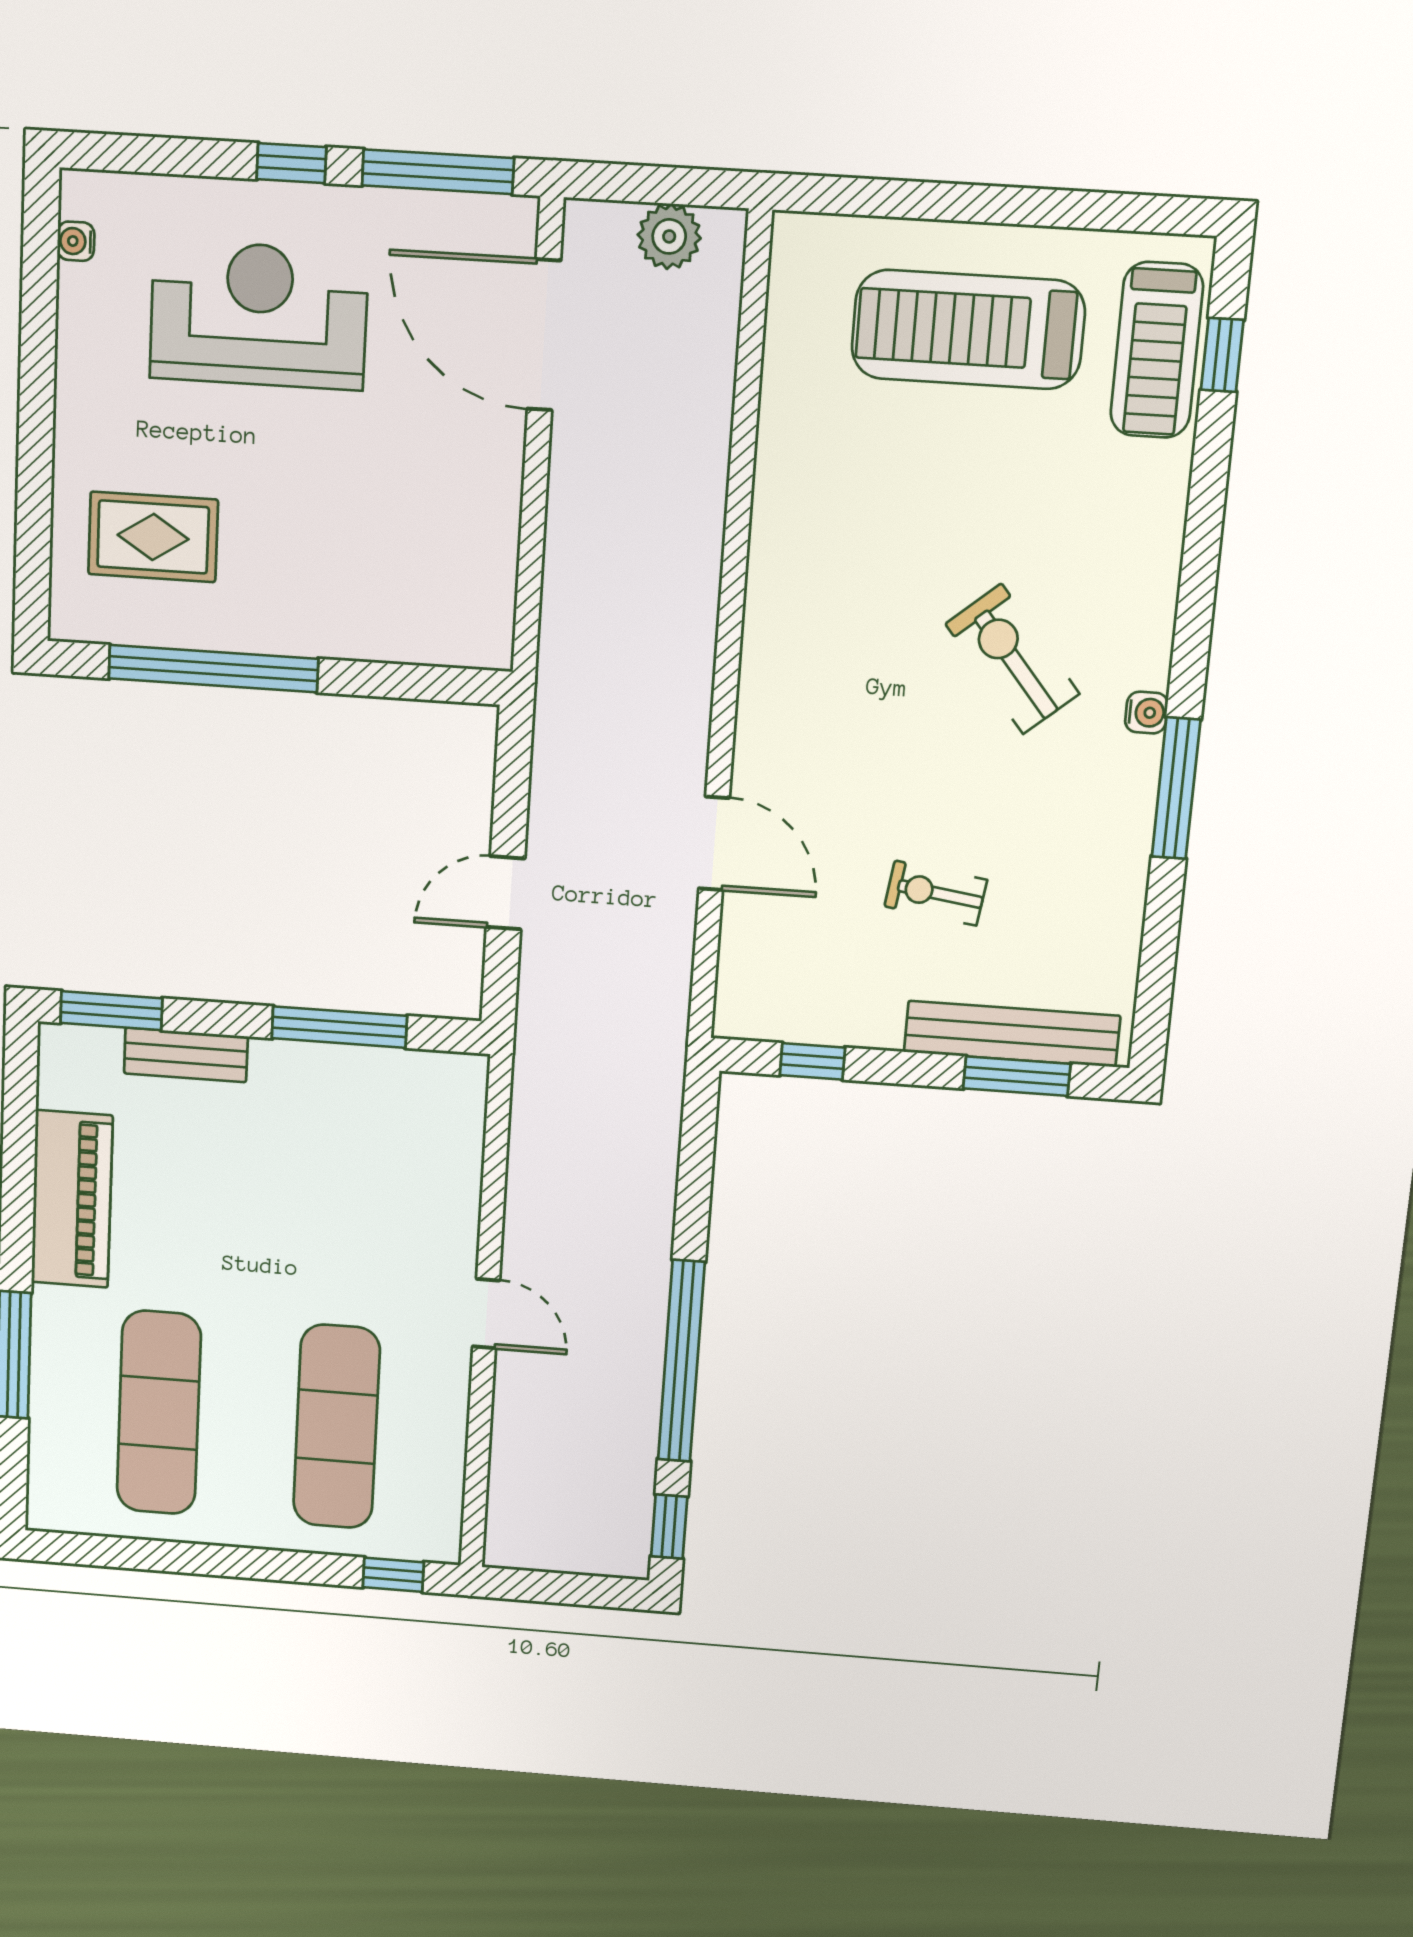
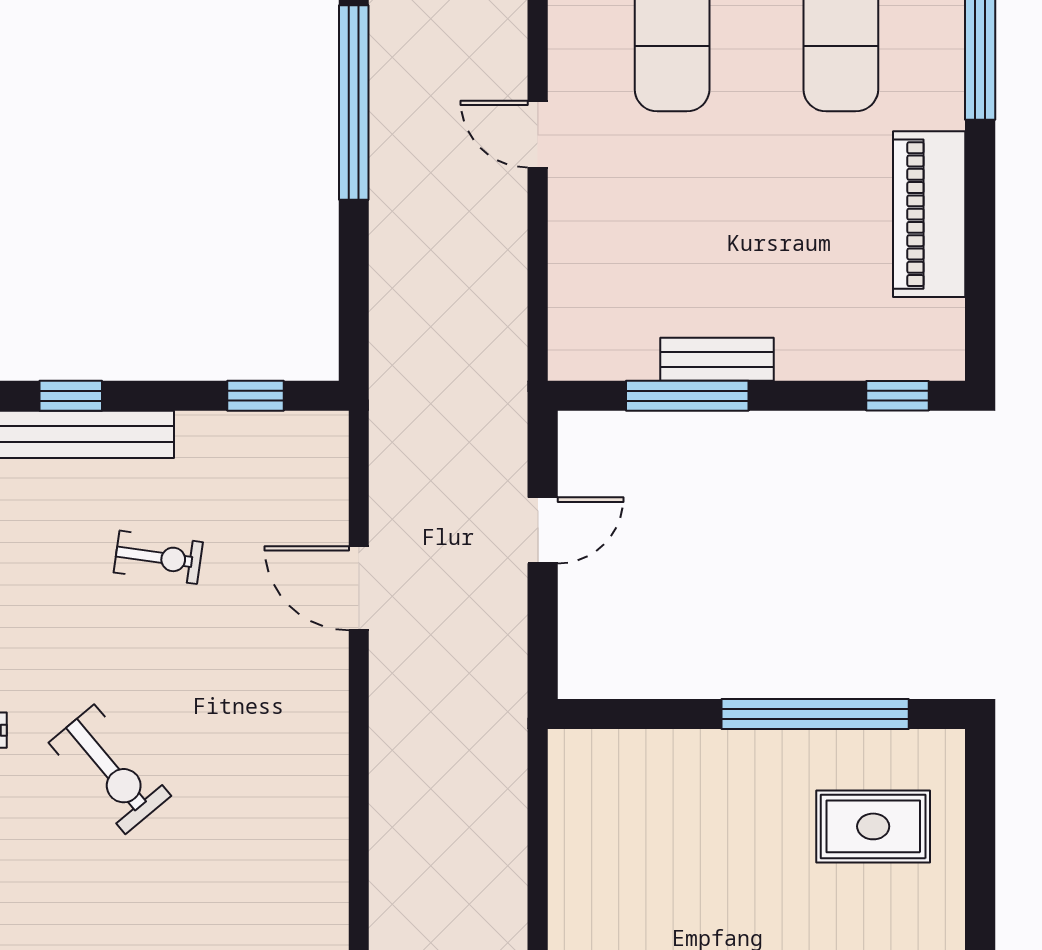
window: (111, 1011) -> (897, 396), width x0.67
bench: (186, 1055) -> (717, 359), moved
window: (1017, 1076) -> (71, 396), width x0.67

